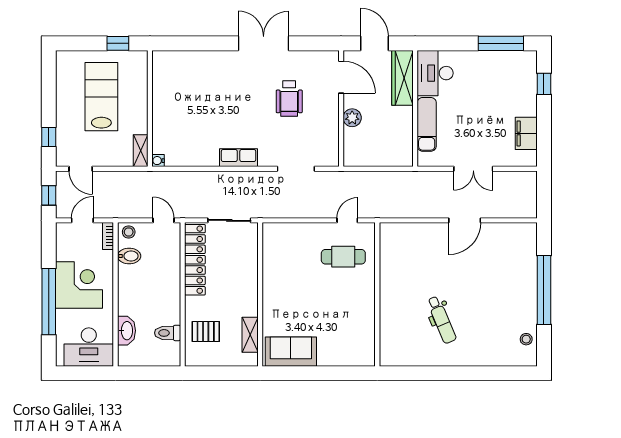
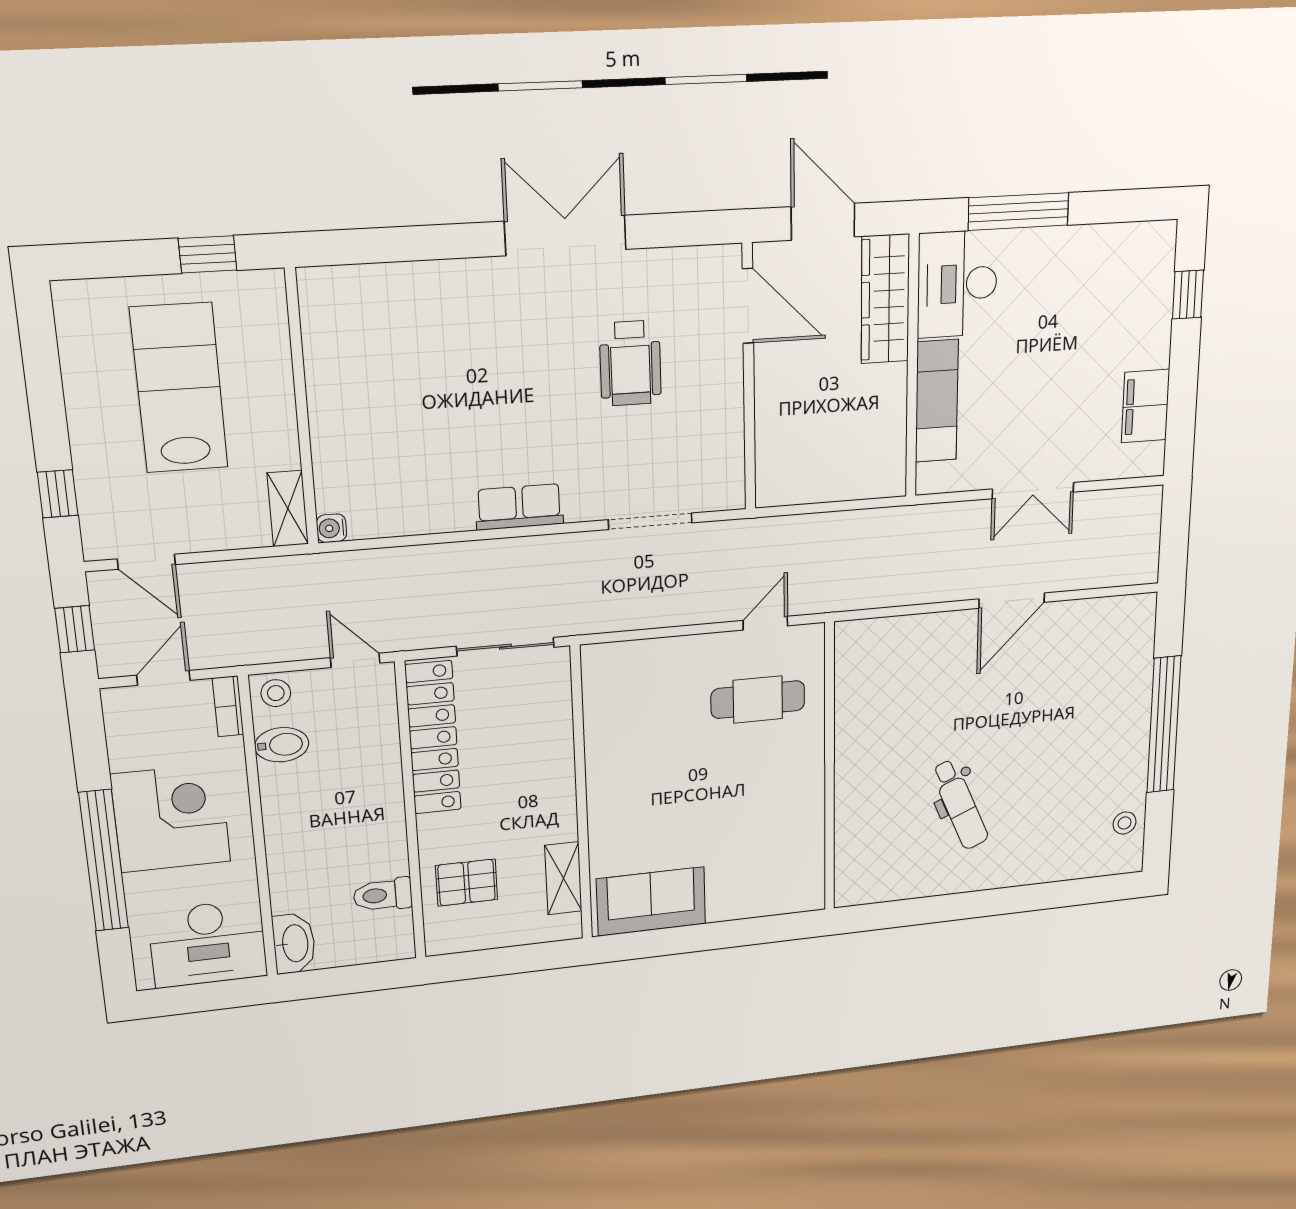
window: (501, 43) -> (1018, 211), moved
plant: (352, 118) -> (774, 398), removed
washbasin: (126, 331) -> (294, 943), moved

